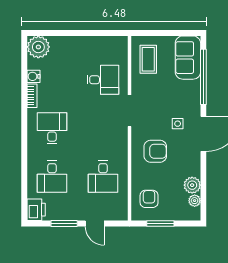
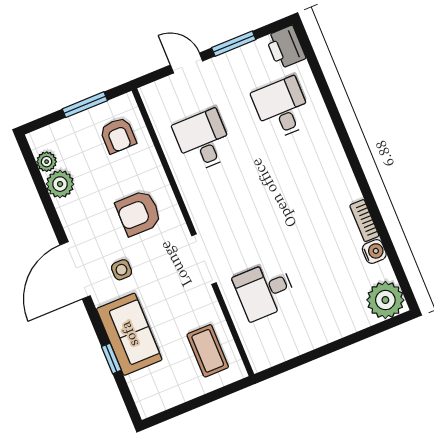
sofa: (188, 58) -> (129, 334), moved
window: (203, 77) -> (111, 358), width x0.32
desk: (52, 128) -> (313, 183), removed

